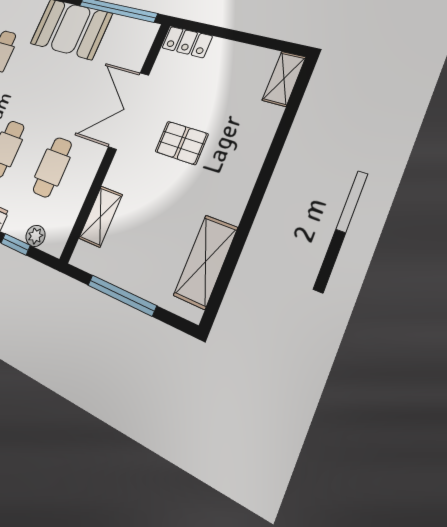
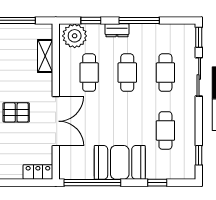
plant: (35, 236) -> (75, 36), width x1.88, depth x1.88

